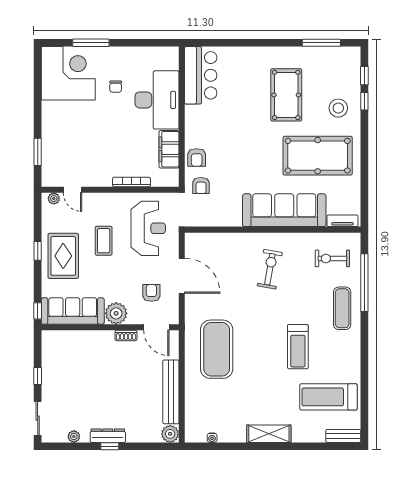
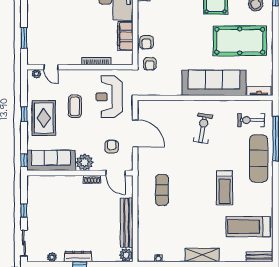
reception desk: (148, 228) -> (109, 97), turned 180
exercise mat: (342, 308) -> (259, 158), width x1.36, depth x1.45
exercise mat: (217, 349) -> (162, 190), width x0.50, depth x0.69

